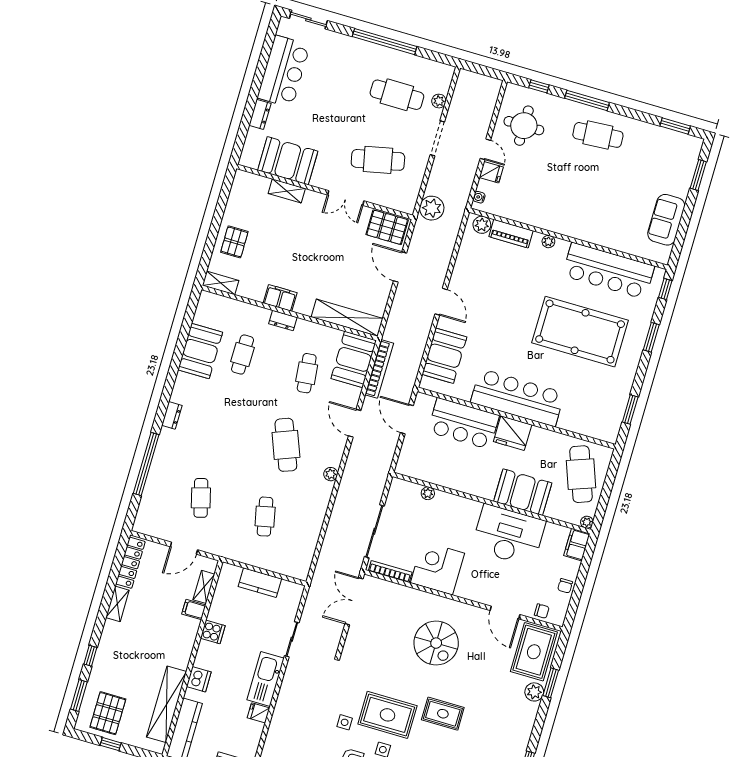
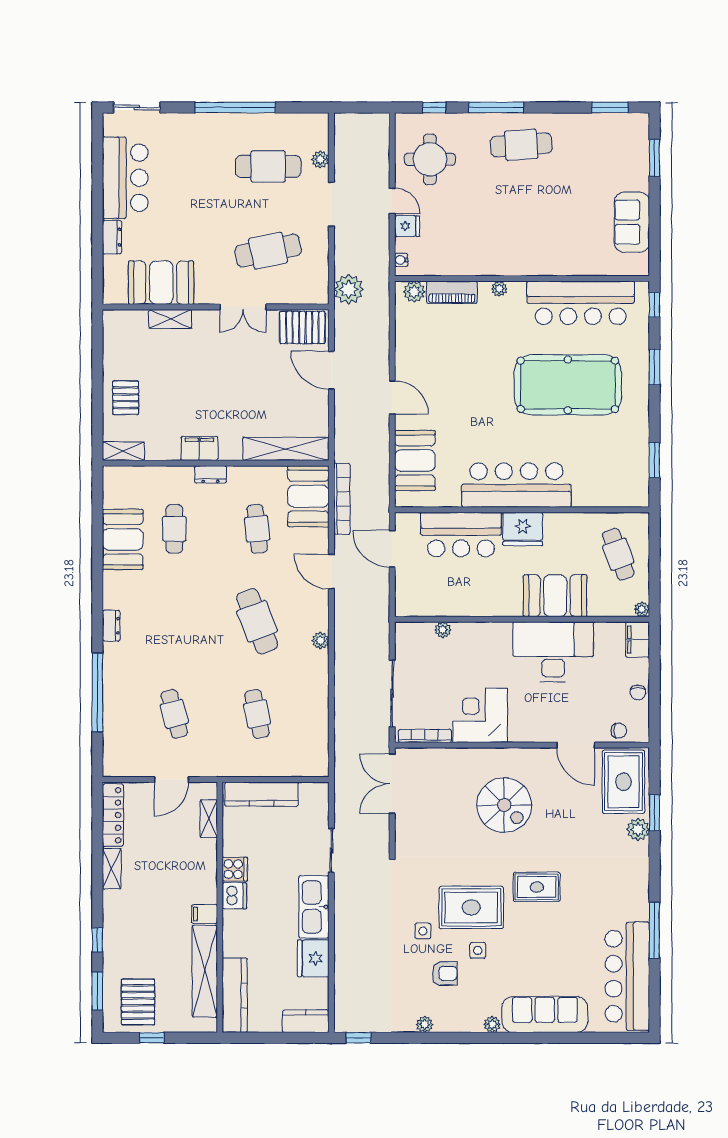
cafe table: (581, 474) -> (618, 554), width x0.73, depth x0.74
kitchen counter: (260, 583) -> (262, 794), width x1.50
filing cabinet: (194, 610) -> (204, 914), moved
dishwasher: (199, 679) -> (234, 896), moved
fridge: (259, 713) -> (313, 958), width x1.88, depth x1.34

